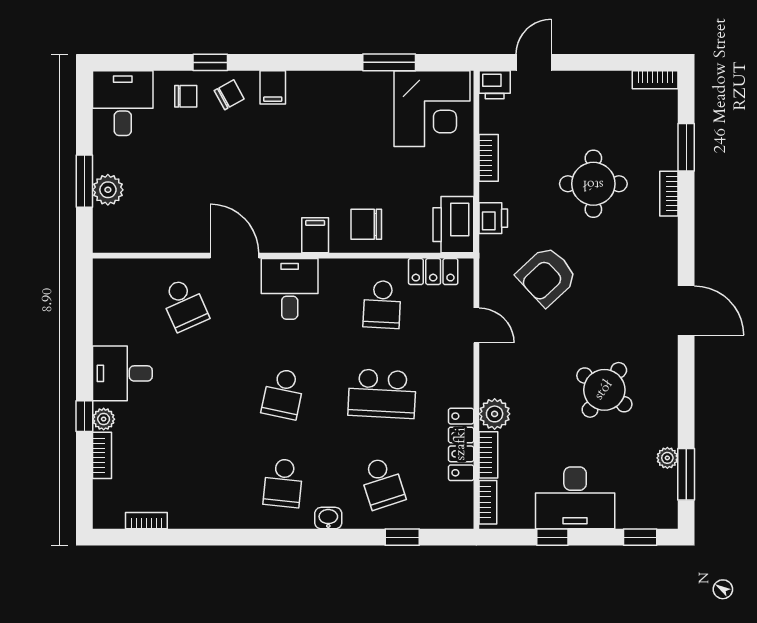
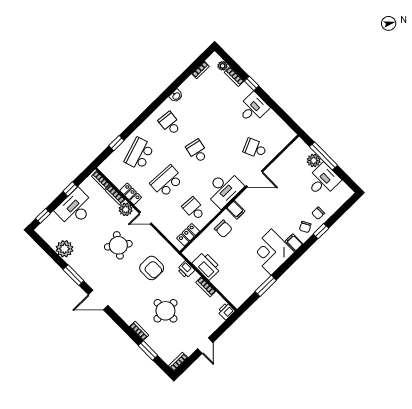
door: (534, 62) -> (205, 346), moved
desk: (123, 103) -> (323, 180), moved, turned -90
corner desk: (432, 109) -> (271, 252), moved
window: (84, 181) -> (324, 156), width x1.44
chair: (366, 224) -> (223, 229), turned 90
printer: (453, 225) -> (207, 266), moved
armchair: (547, 276) -> (152, 268), turned 133
desk: (290, 289) -> (224, 189), width x1.37
door: (476, 325) -> (145, 218), moved
round table: (604, 390) -> (118, 245), moved
plant: (104, 419) -> (223, 66), moved
locker: (461, 444) -> (131, 194), width x0.66
plant: (667, 458) -> (64, 249), width x1.88, depth x1.88
window: (686, 474) -> (73, 275), moved
school desk: (382, 483) -> (139, 154), width x1.85
washbasin: (328, 518) -> (176, 96), moved

